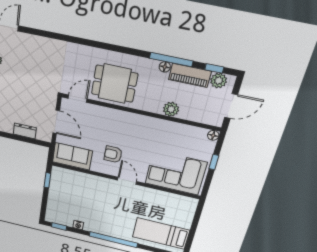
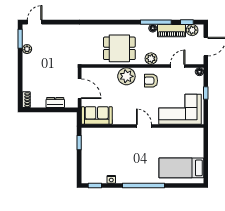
door: (78, 99) -> (178, 66), moved
plant: (171, 109) -> (151, 59), moved
plant: (117, 120) -> (126, 76), added
armchair: (113, 154) -> (151, 81), moved

